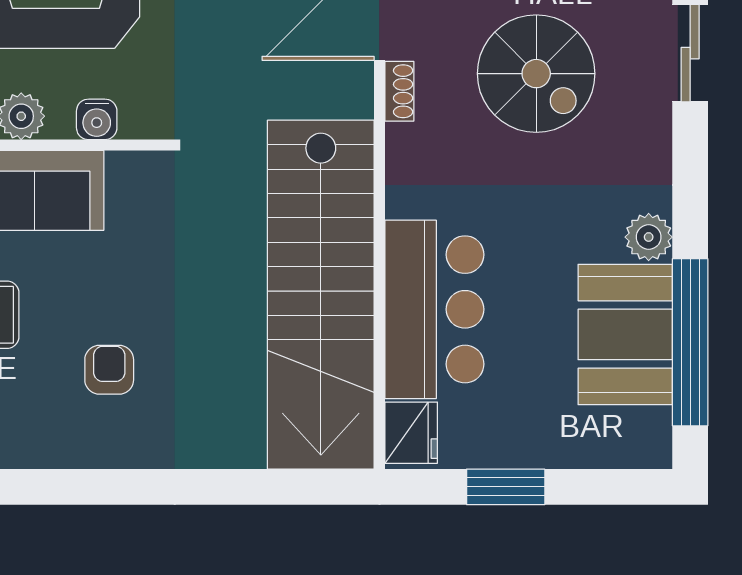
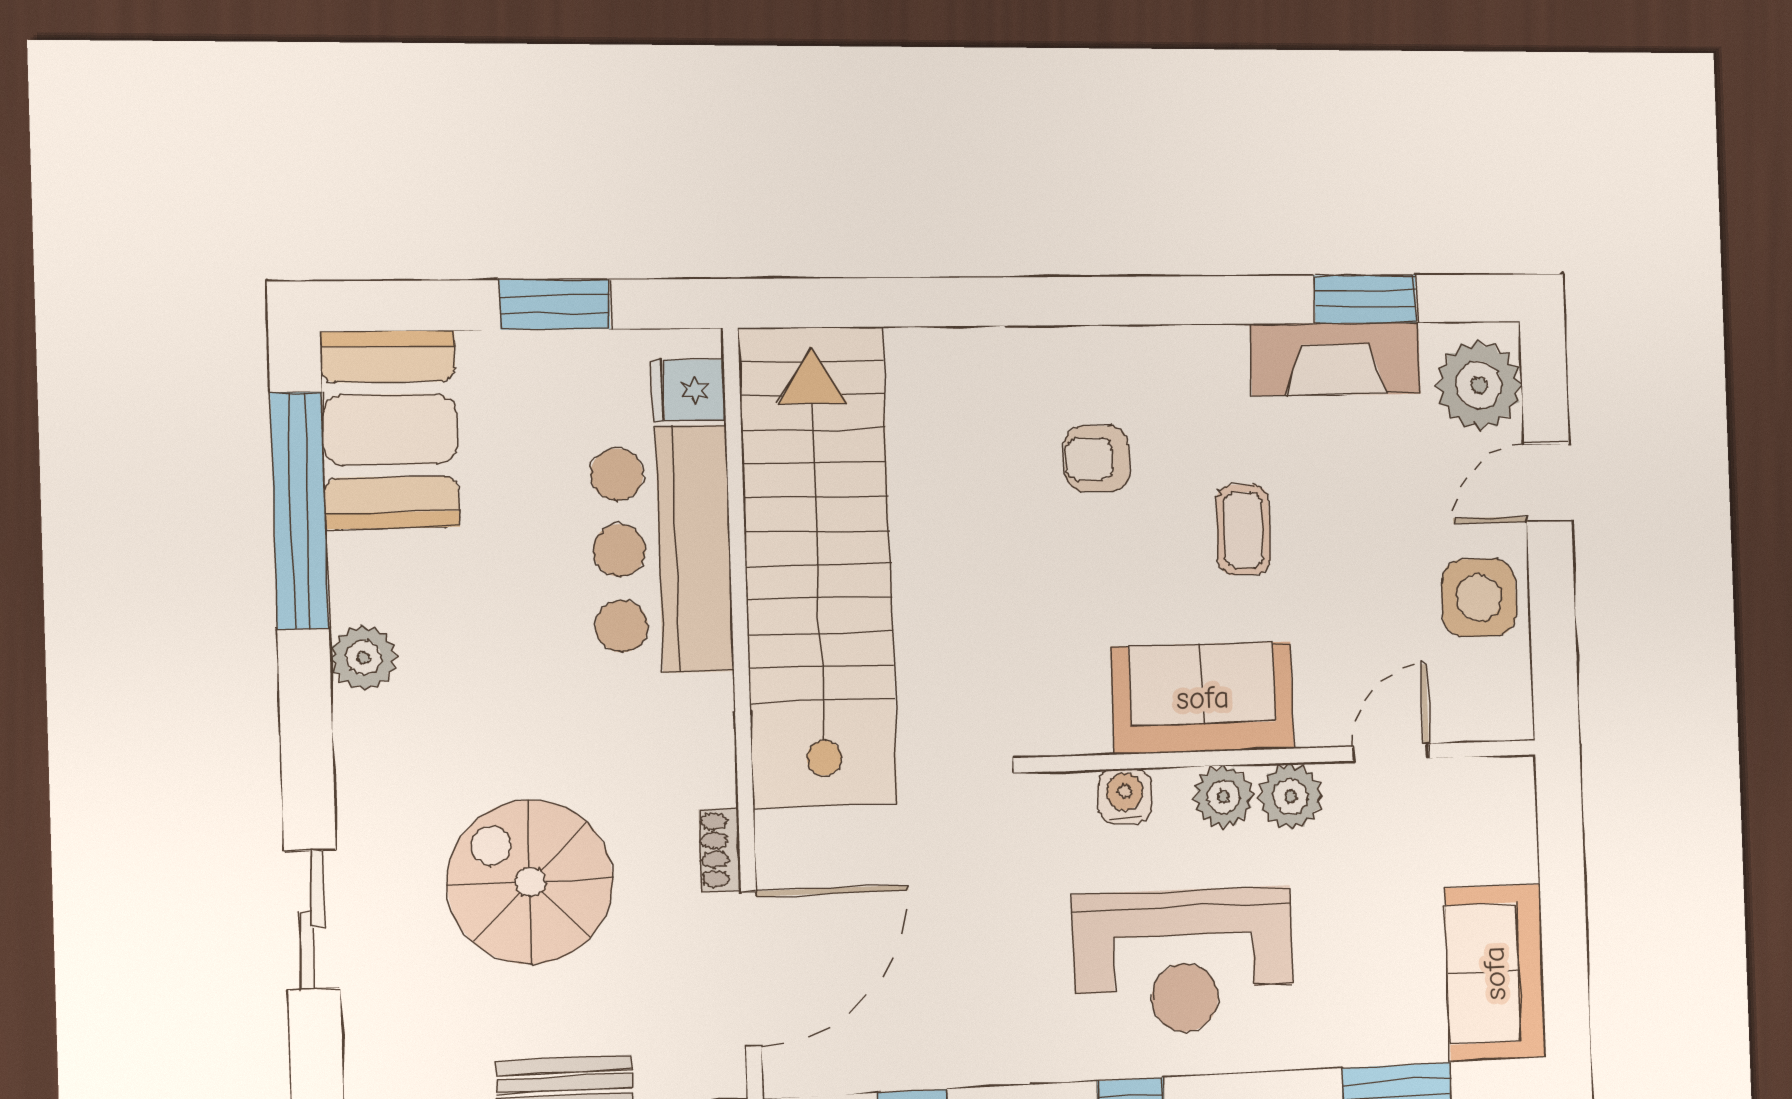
booth: (625, 334) -> (390, 429), moved
armchair: (109, 370) -> (1097, 459), turned 90
fridge: (411, 433) -> (689, 390), width x0.72

